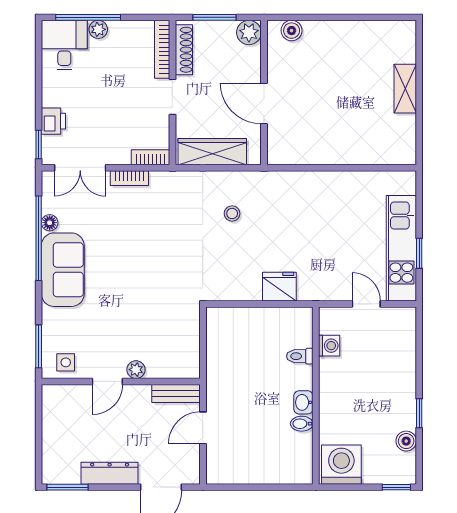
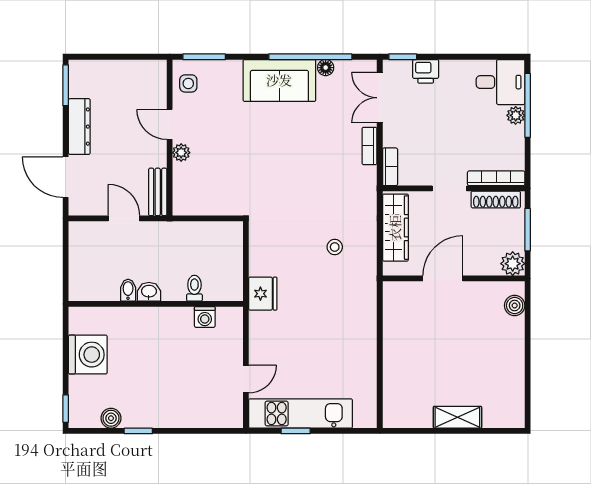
washing machine: (329, 346) -> (205, 317), moved
toilet: (300, 356) -> (194, 288), moved
wall: (316, 396) -> (156, 304), moved
washbasin: (303, 402) -> (149, 292), moved
bidet: (302, 424) -> (128, 290), moved

